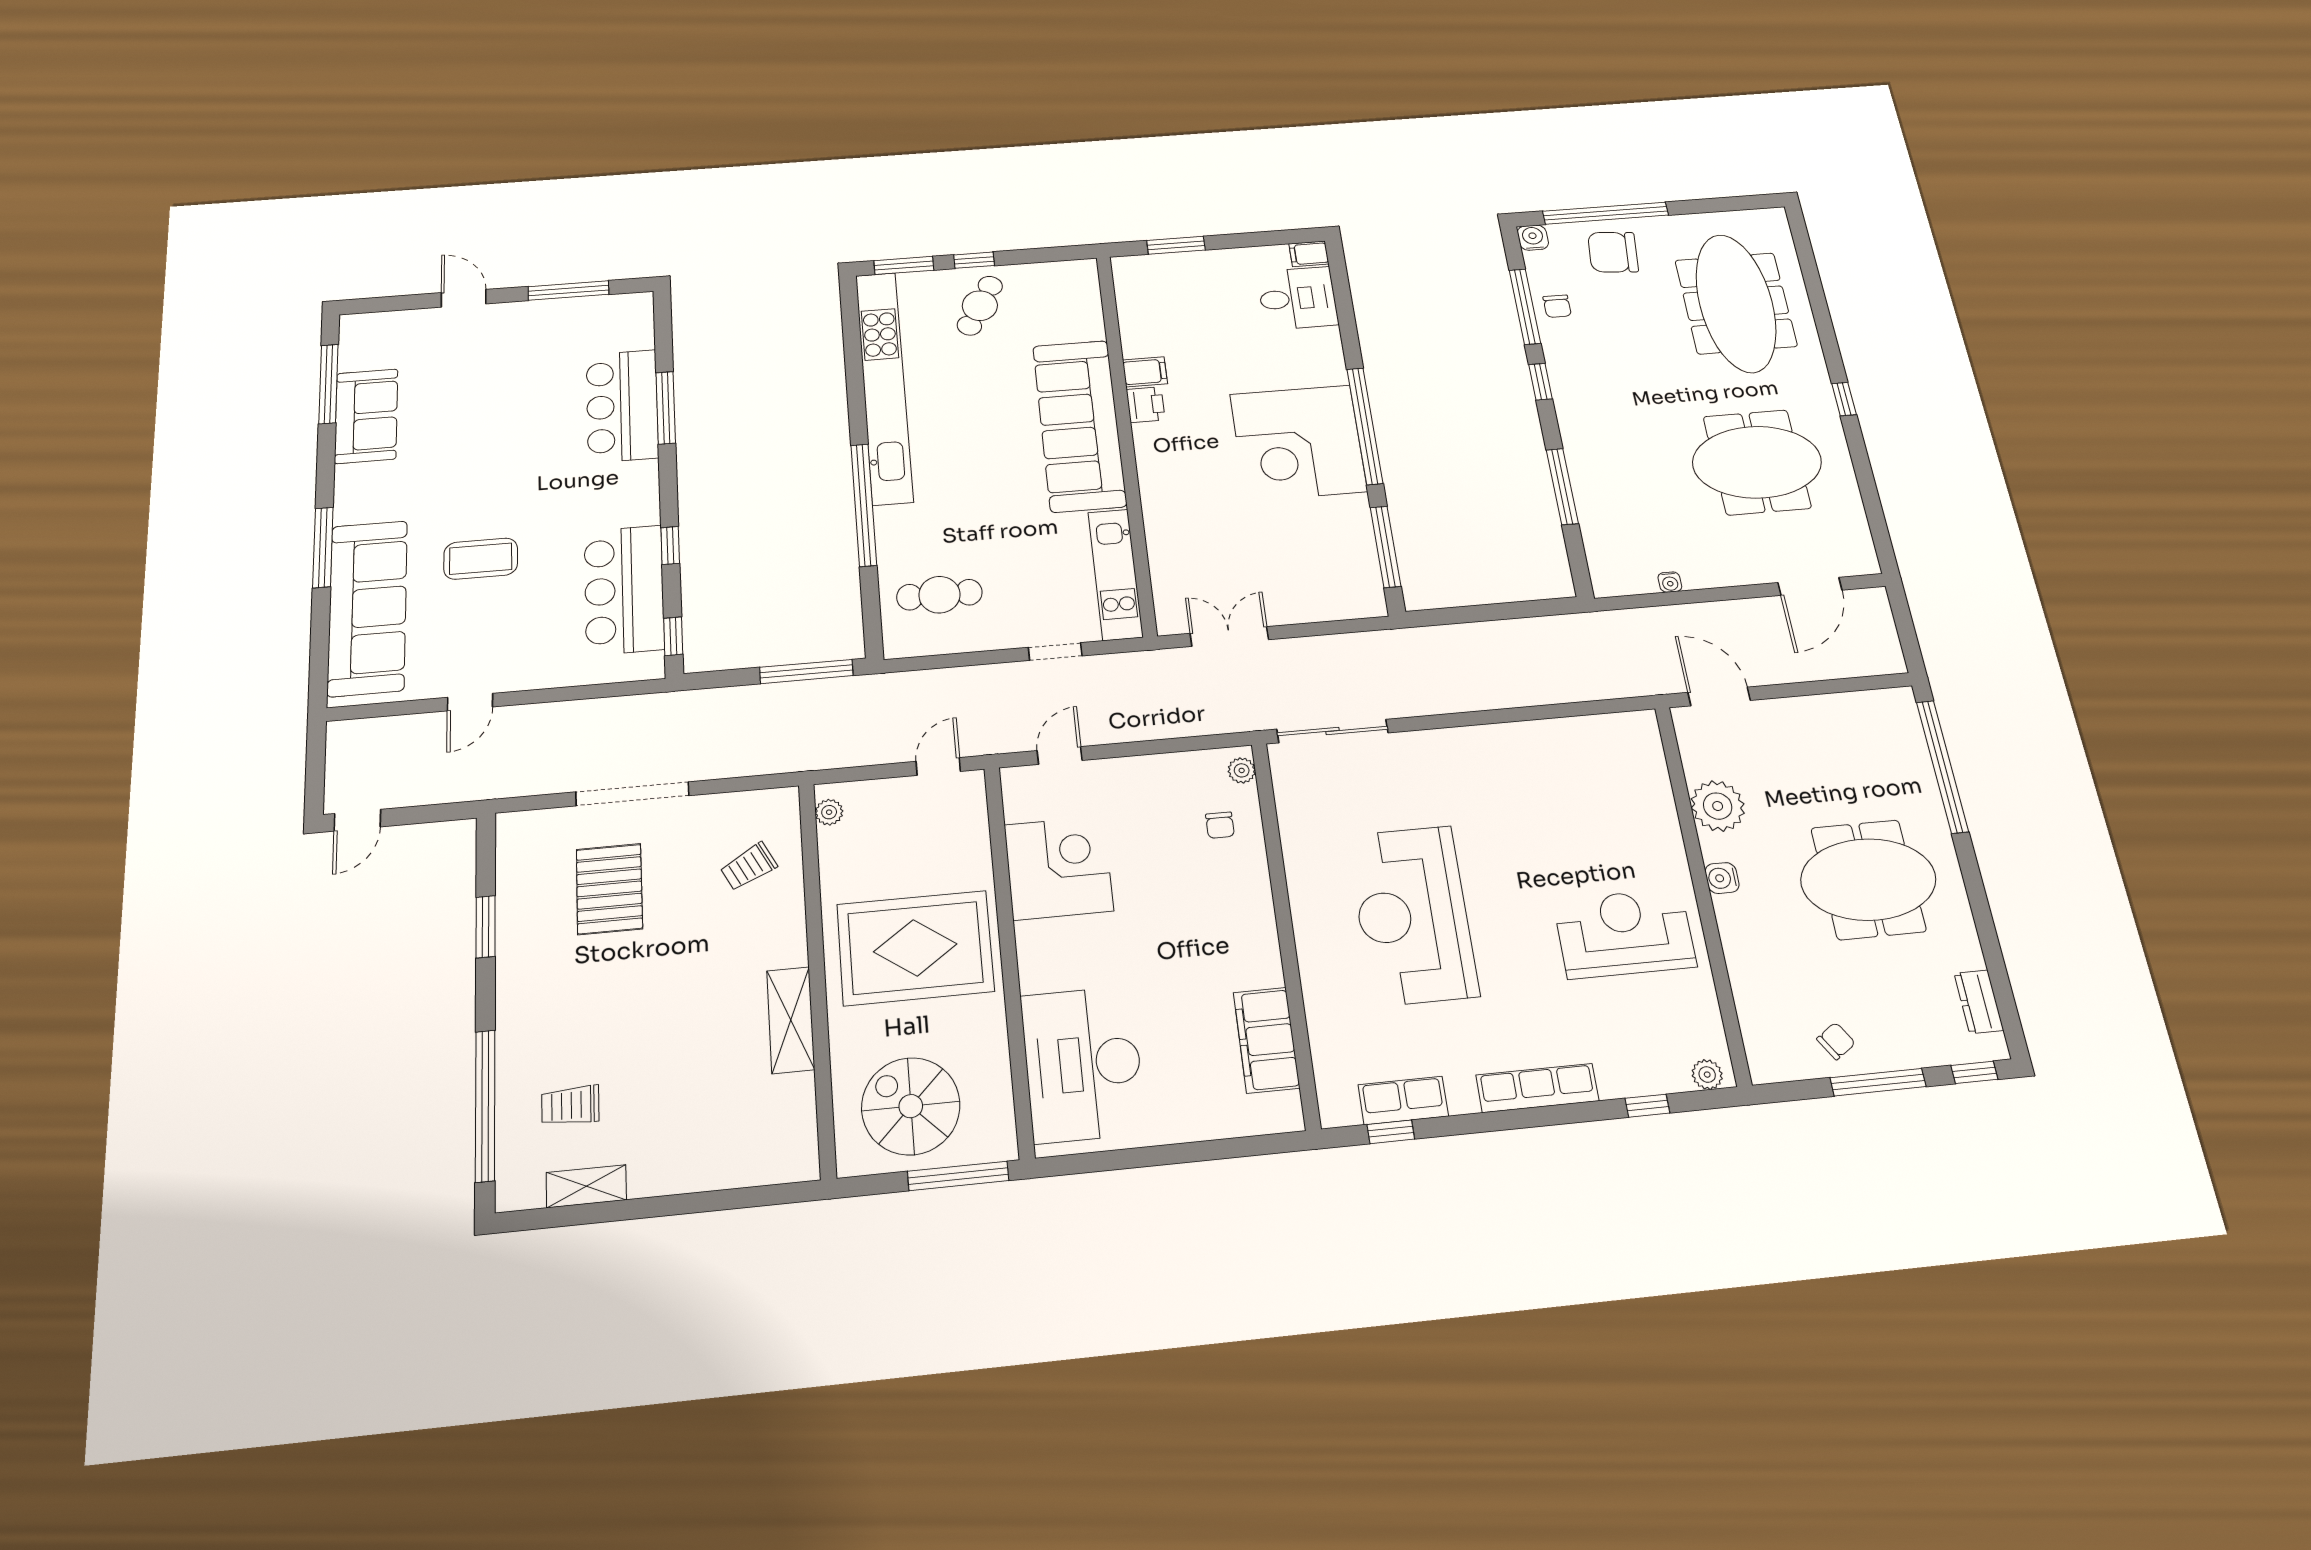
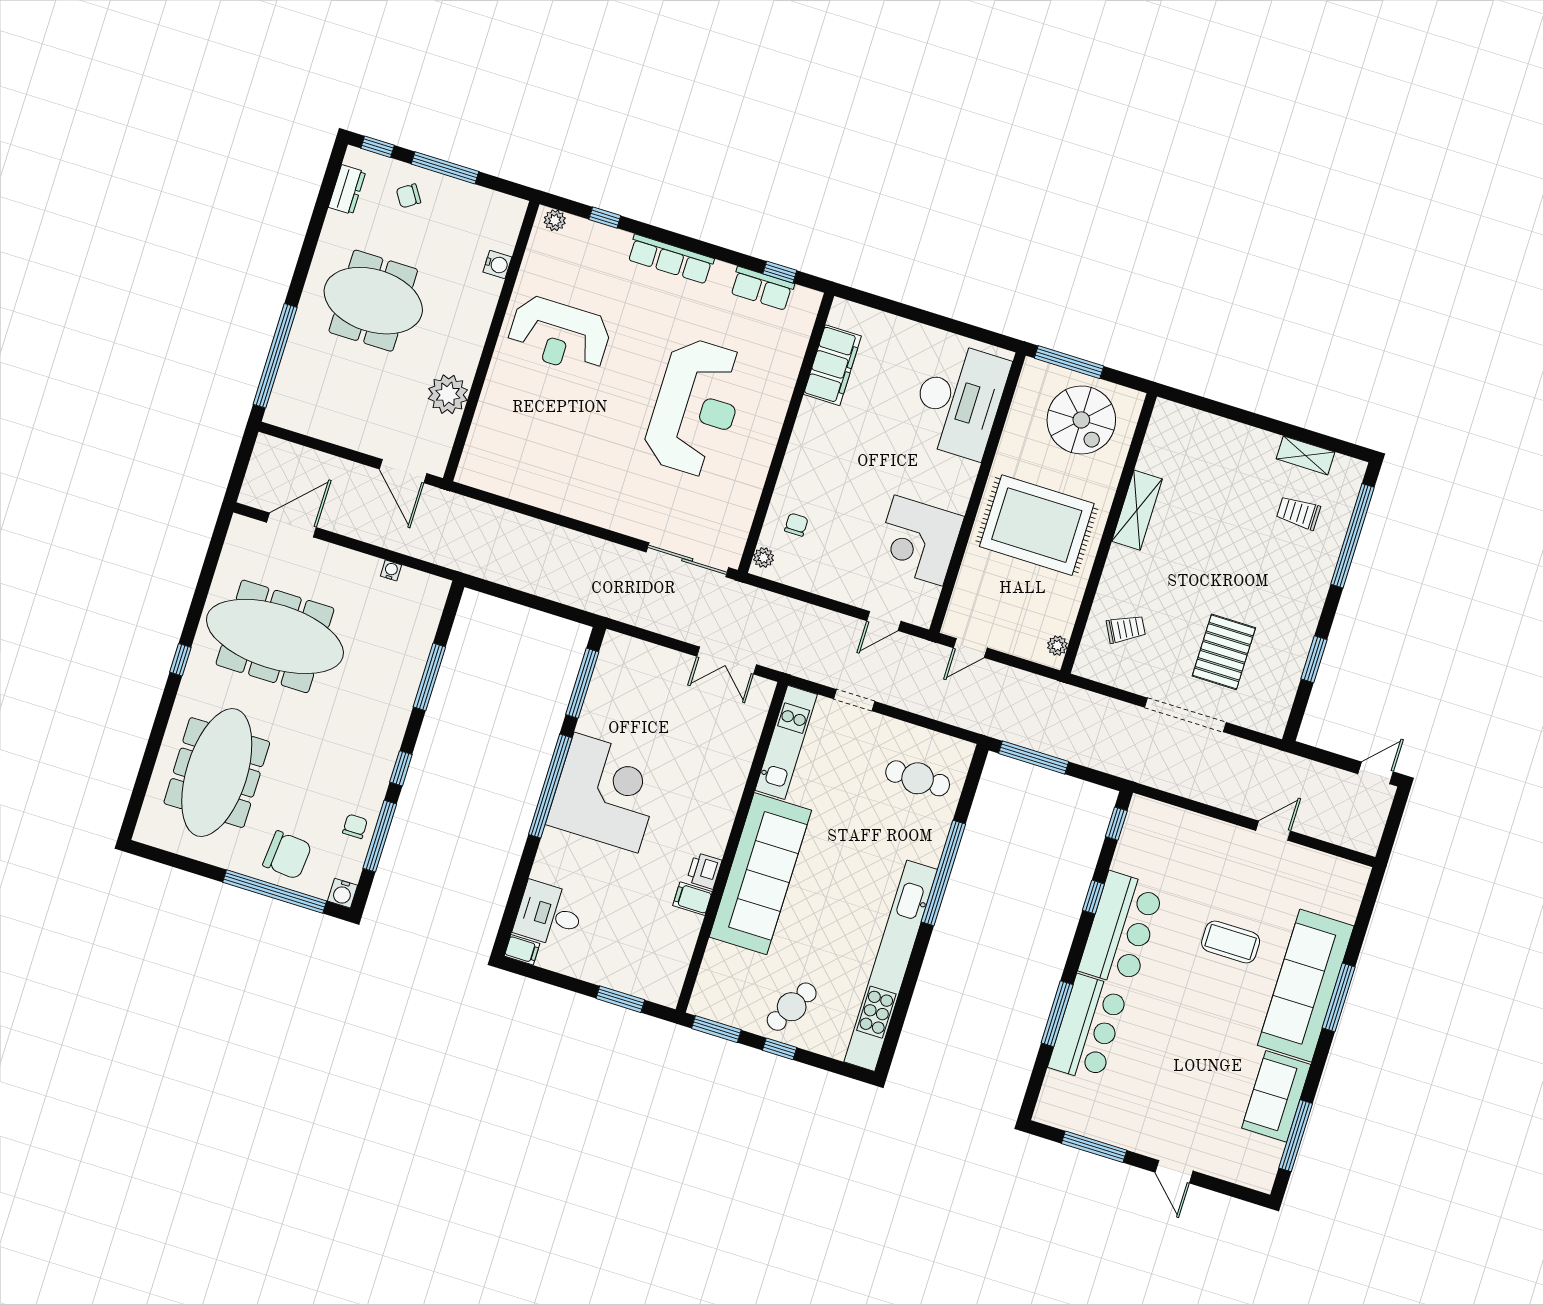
window: (904, 265) -> (716, 1029), moved
meeting table: (1757, 462) -> (275, 636), width x1.36
bar counter: (624, 590) -> (1121, 929), moved
sofa: (368, 608) -> (1306, 986), moved
water cooler: (1722, 878) -> (497, 264), moved
chair: (1836, 1041) -> (408, 196), moved
trolley: (570, 1105) -> (1298, 513), turned 180

